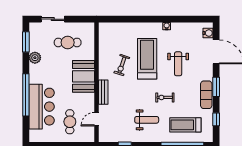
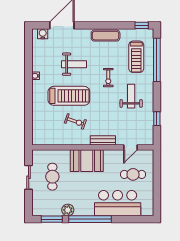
sliding door: (53, 19) -> (29, 177), moved
treadmill: (147, 59) -> (69, 96), turned 180
window: (216, 87) -> (97, 25), removed
window: (26, 95) -> (90, 219), moved
door: (96, 119) -> (130, 147), hinge flipped
window: (216, 119) -> (142, 25), moved

